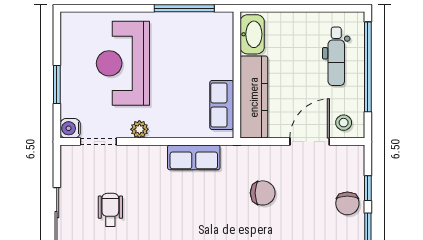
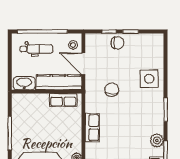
washbasin: (252, 34) -> (24, 83), moved
wall: (237, 75) -> (47, 92), moved
kitchen counter: (254, 97) -> (59, 82), moved
row of seats: (222, 105) -> (63, 100), moved

